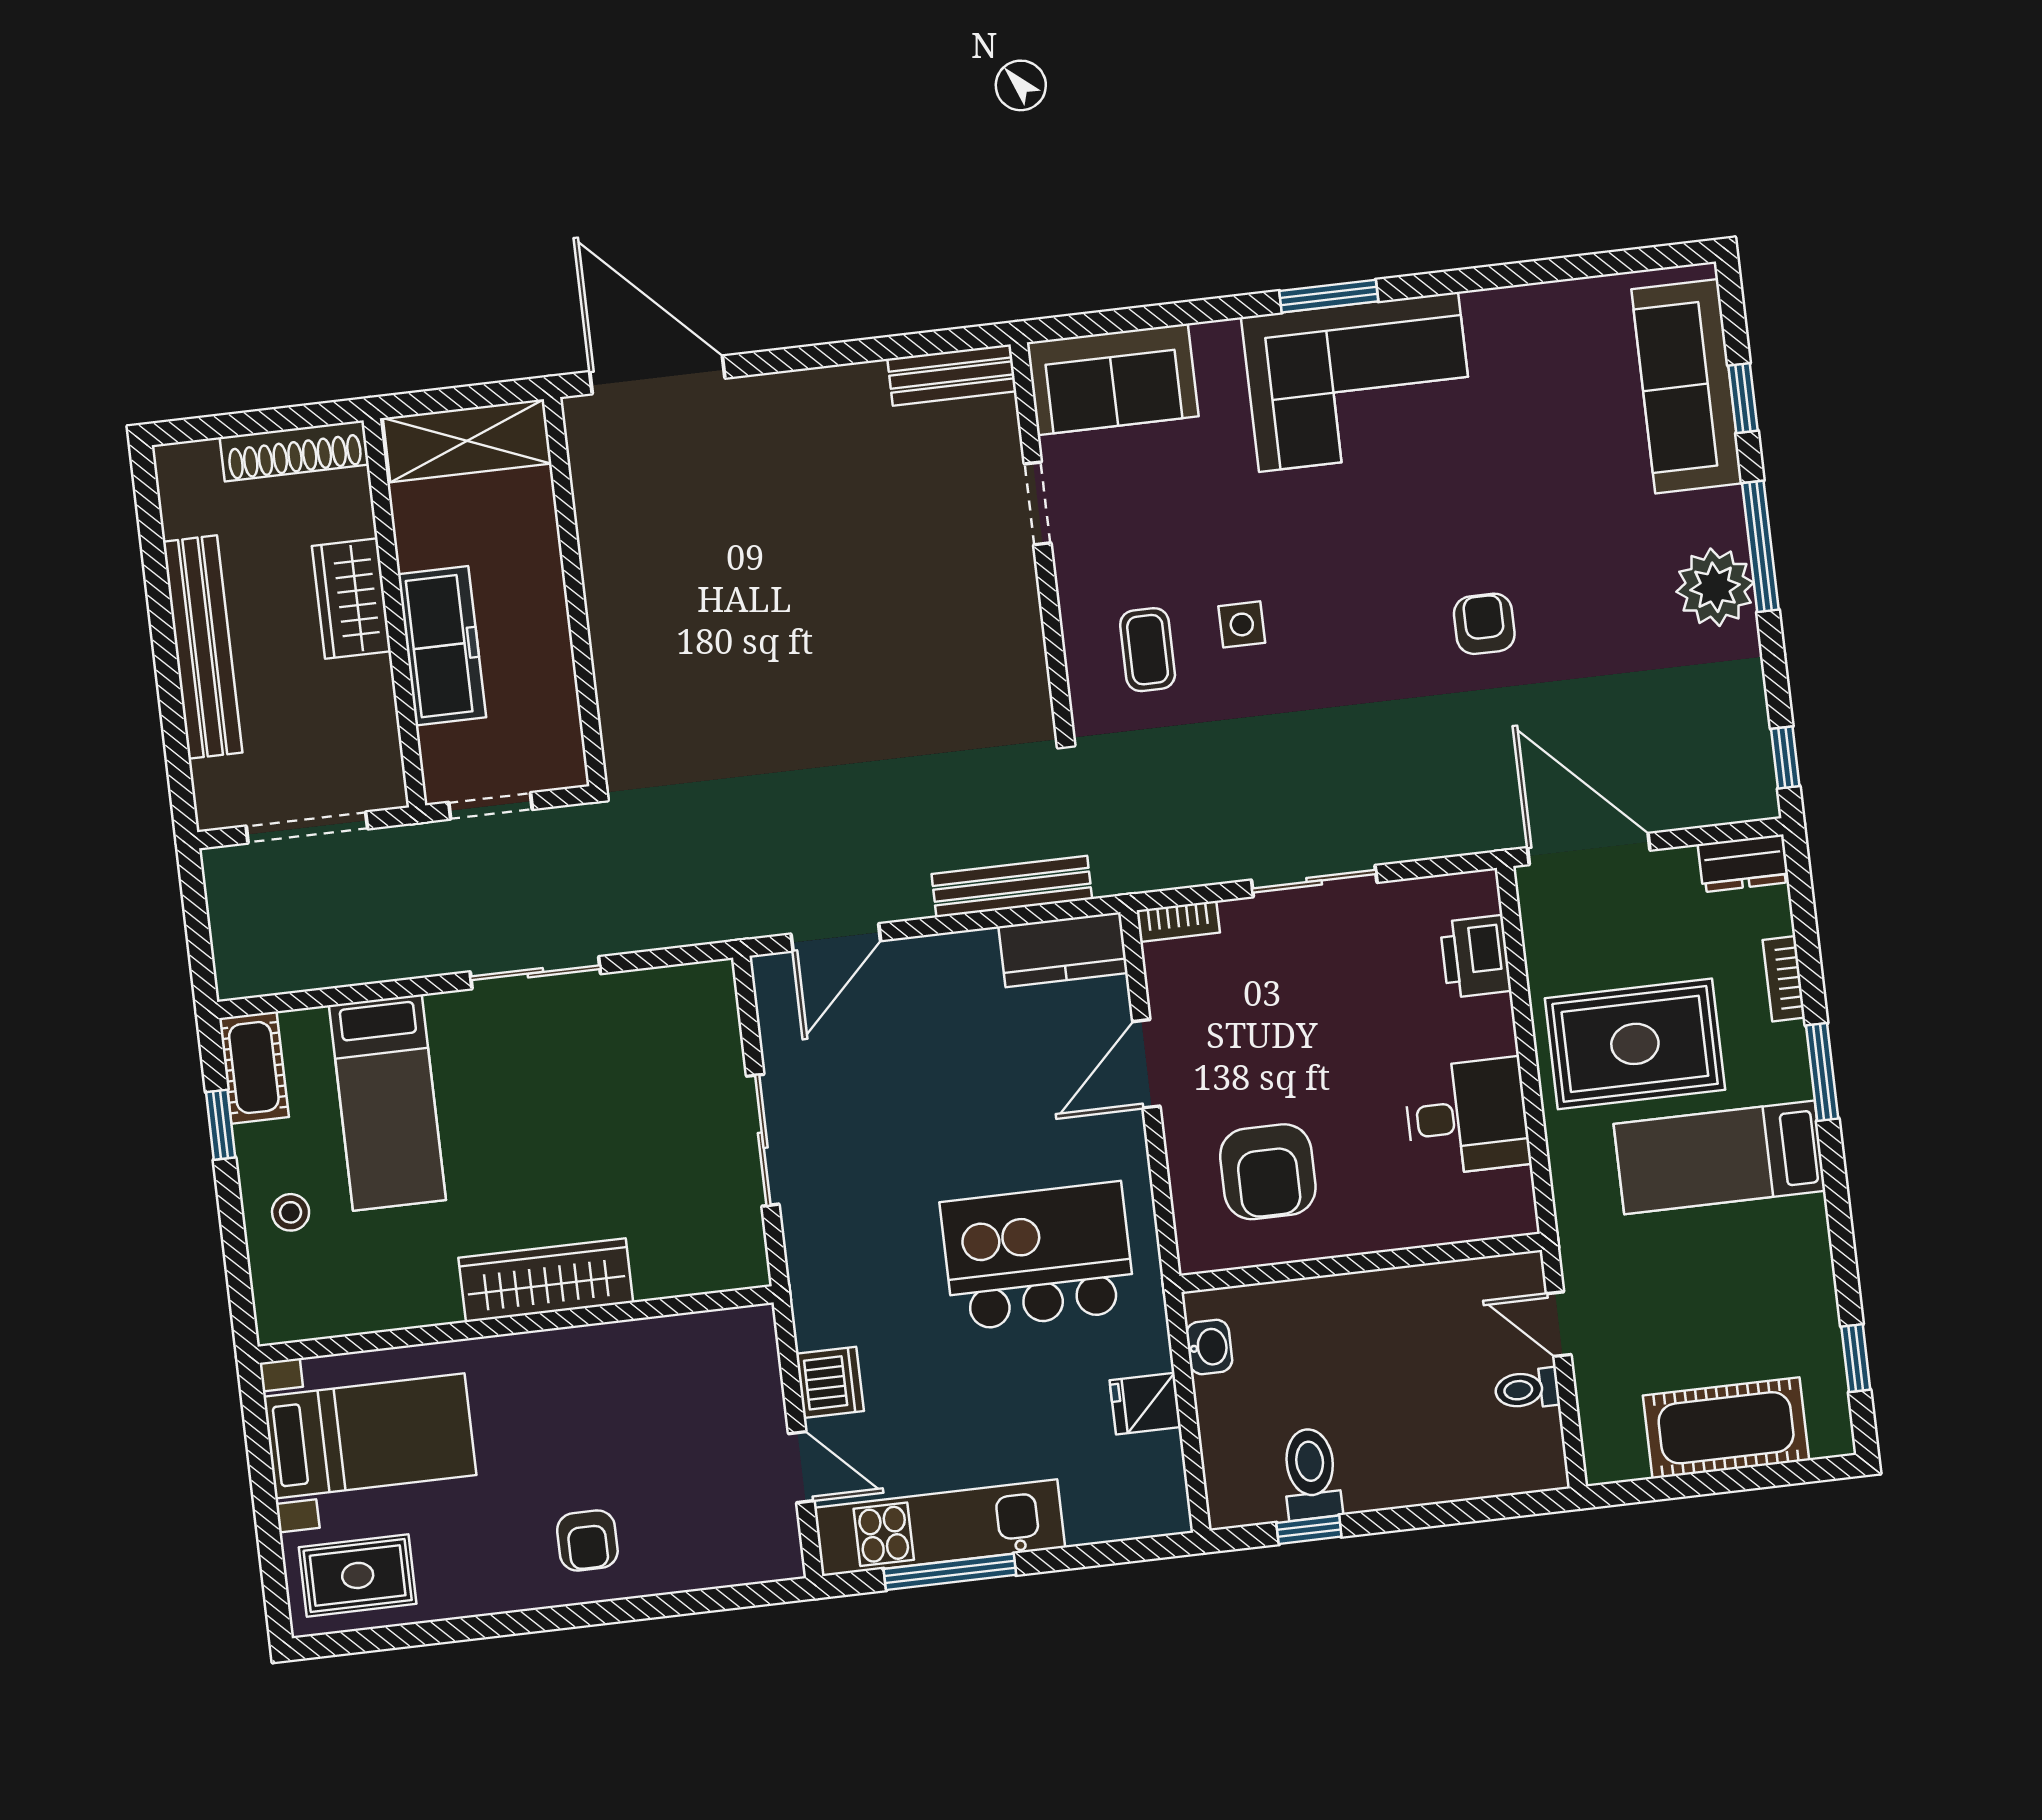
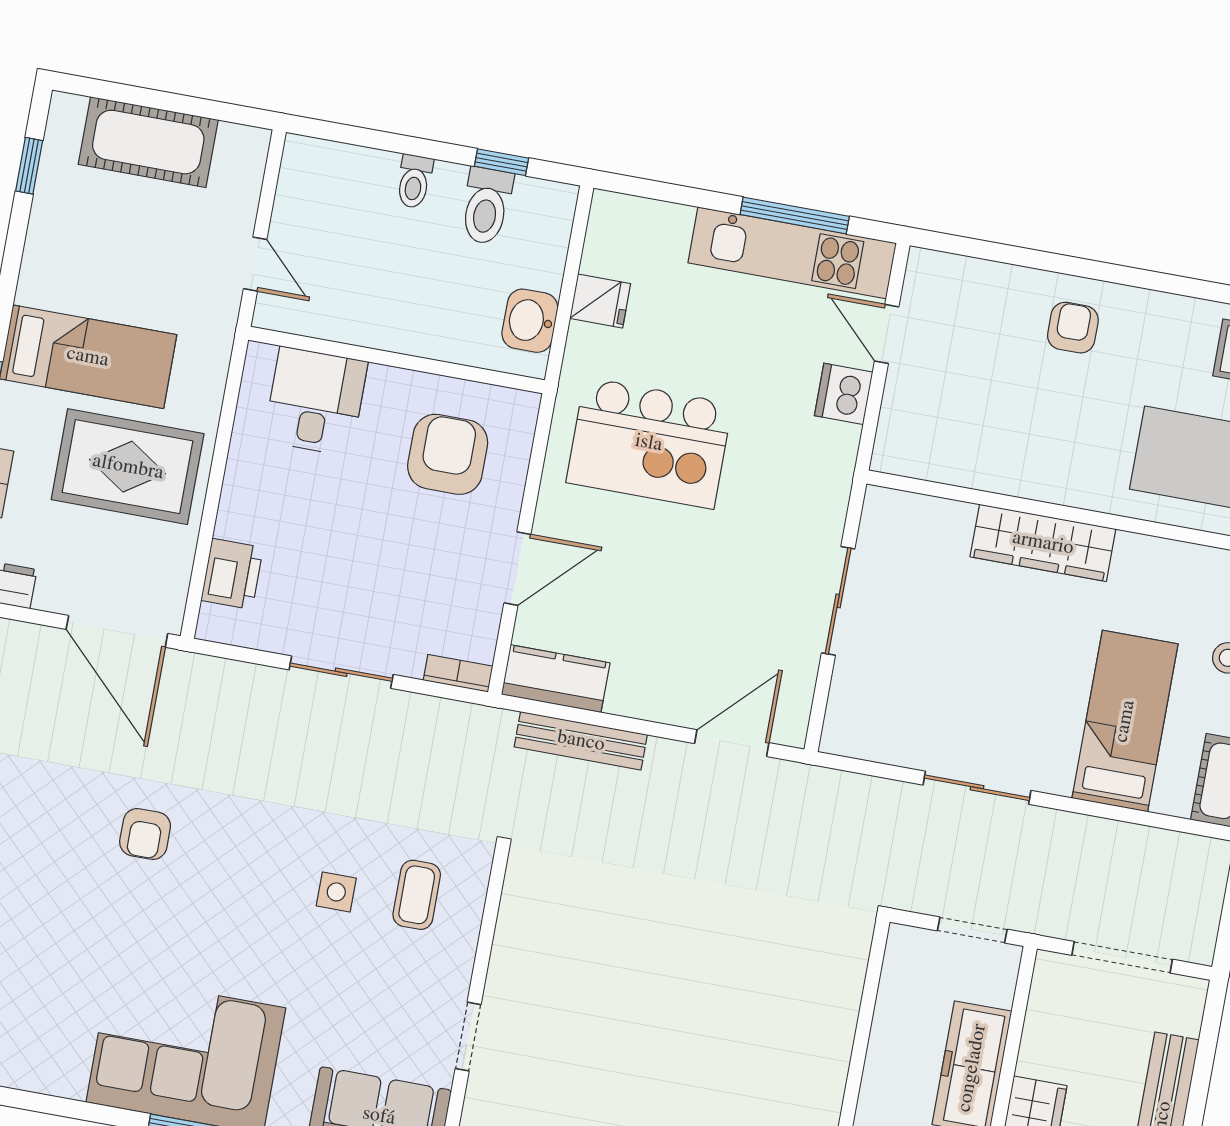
desk: (1467, 1117) -> (316, 401), moved, turned 90
washbasin: (1209, 1347) -> (530, 321), width x1.38, depth x1.45
toilet: (1527, 1389) -> (414, 181), moved, turned 90

